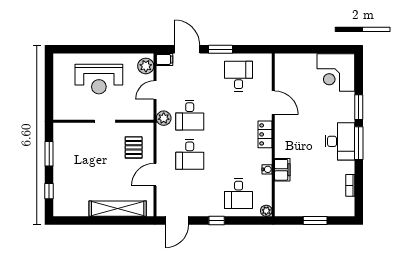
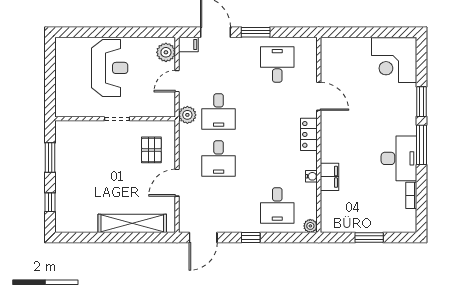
reception desk: (99, 79) -> (110, 68), turned -90
desk: (340, 141) -> (399, 158), moved

